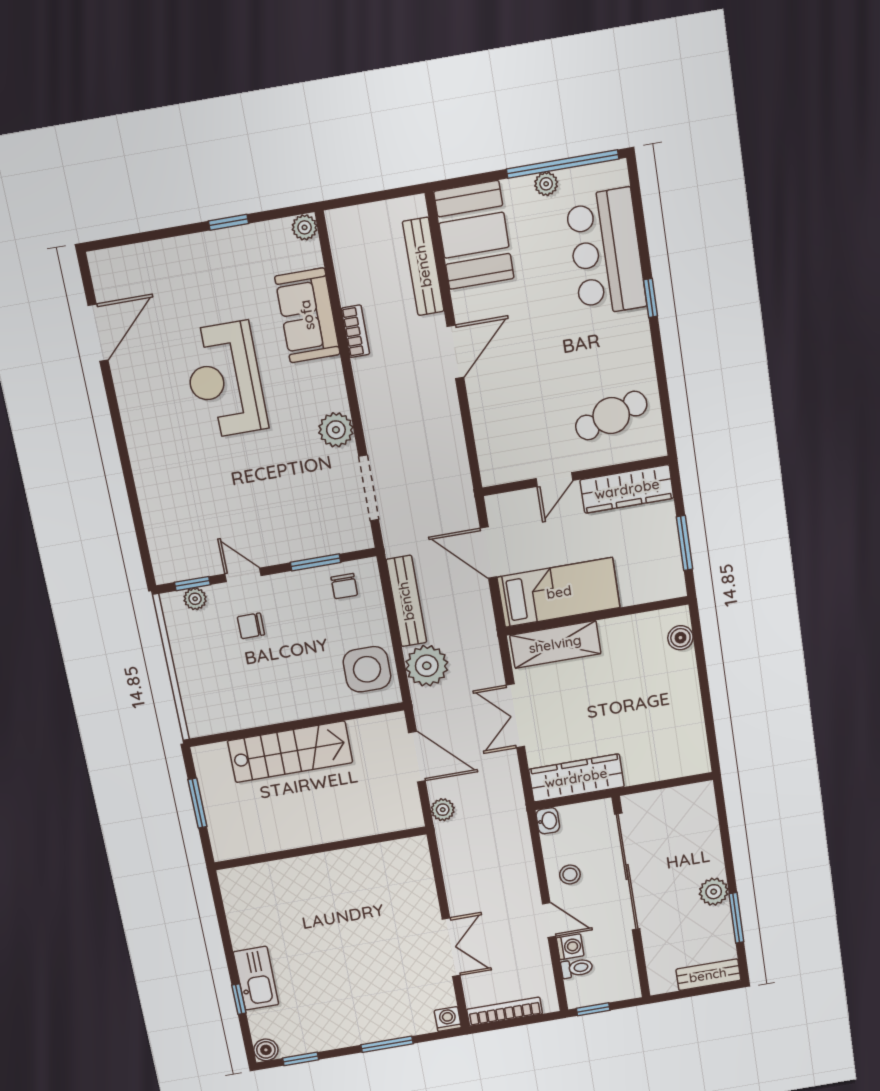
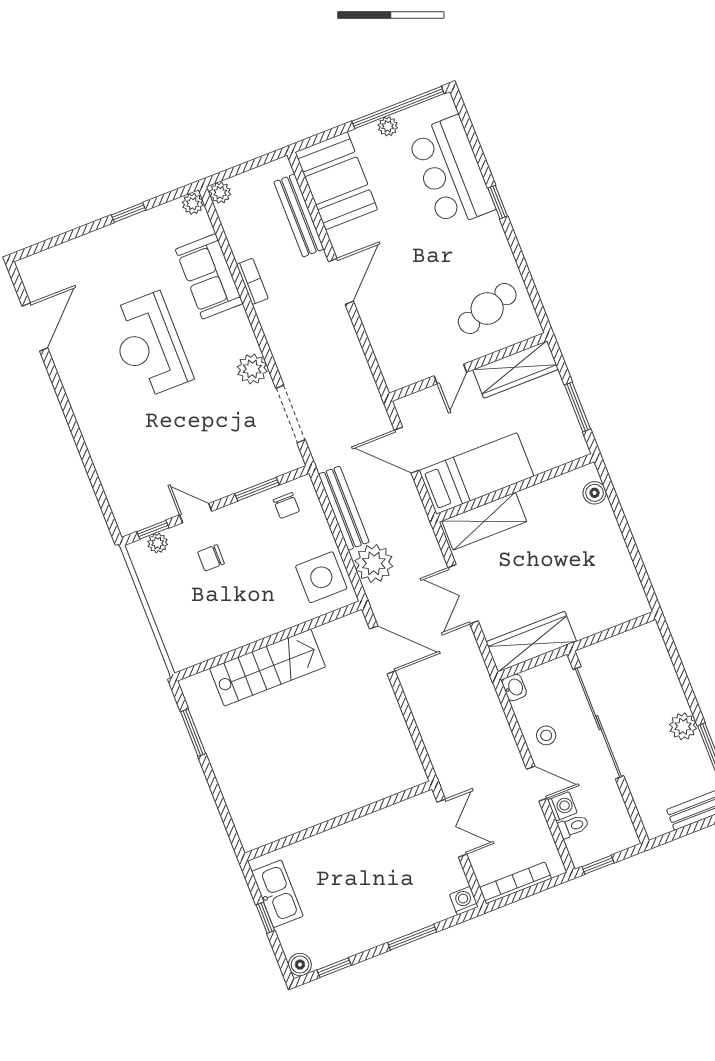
plant: (443, 810) -> (220, 193), moved
wall: (320, 848) -> (338, 821), moved

